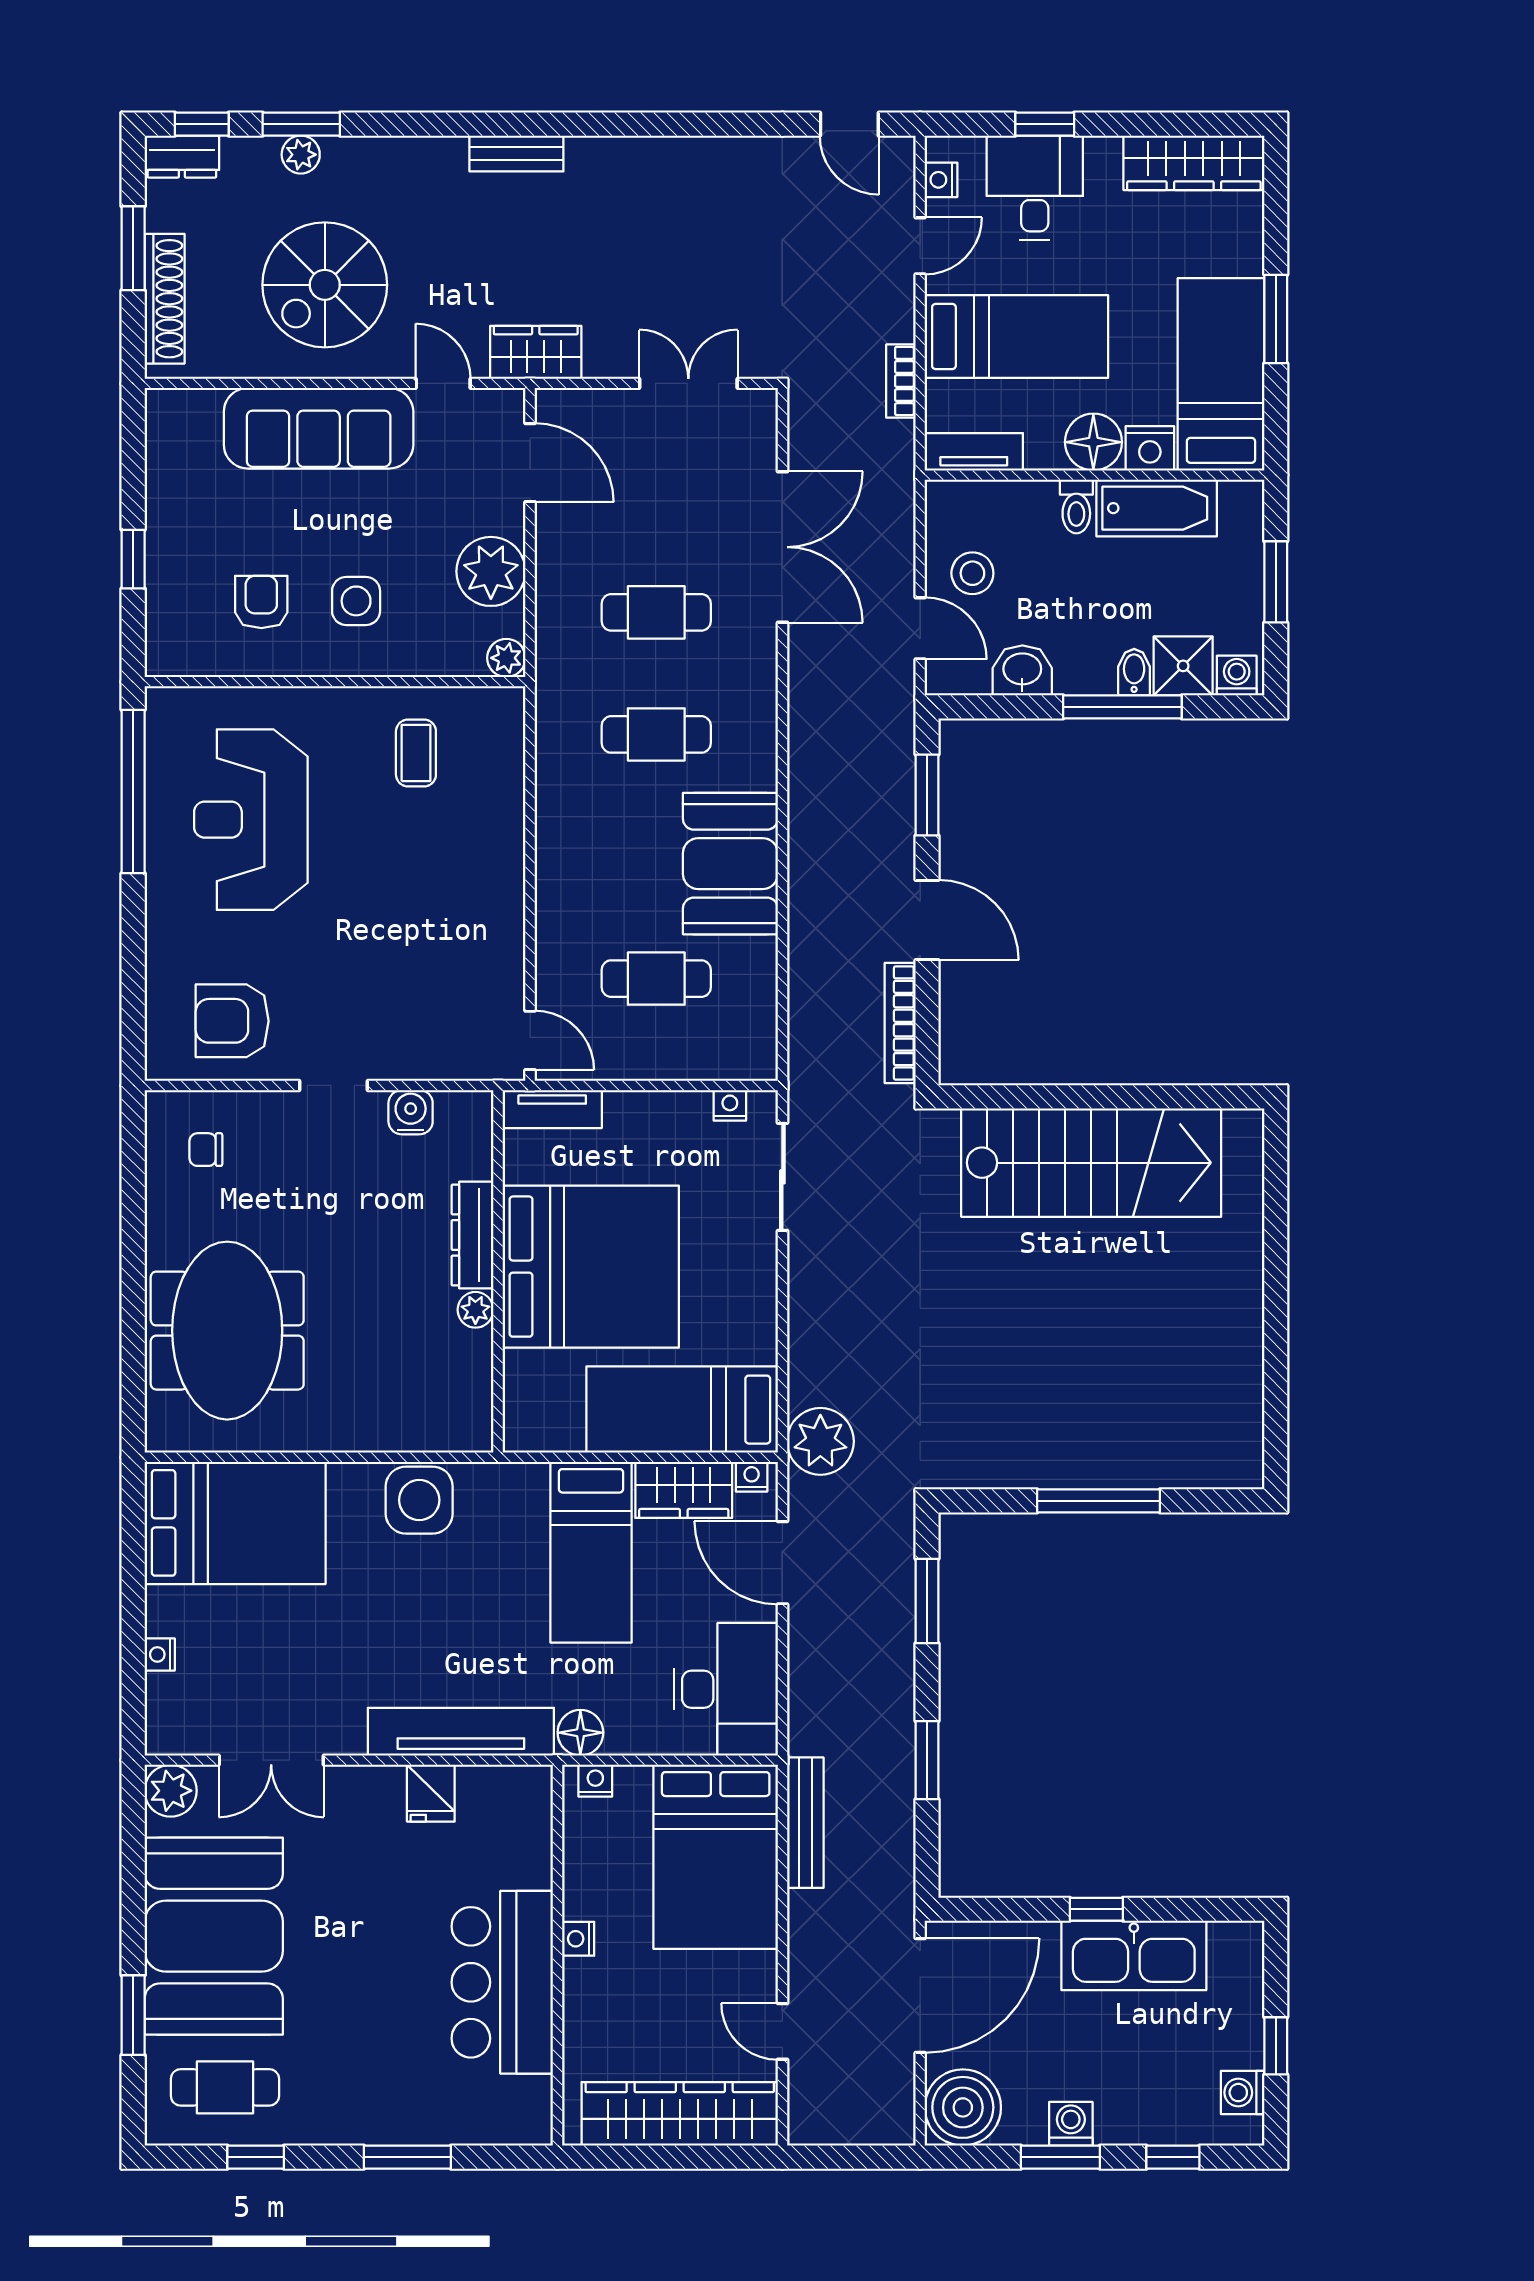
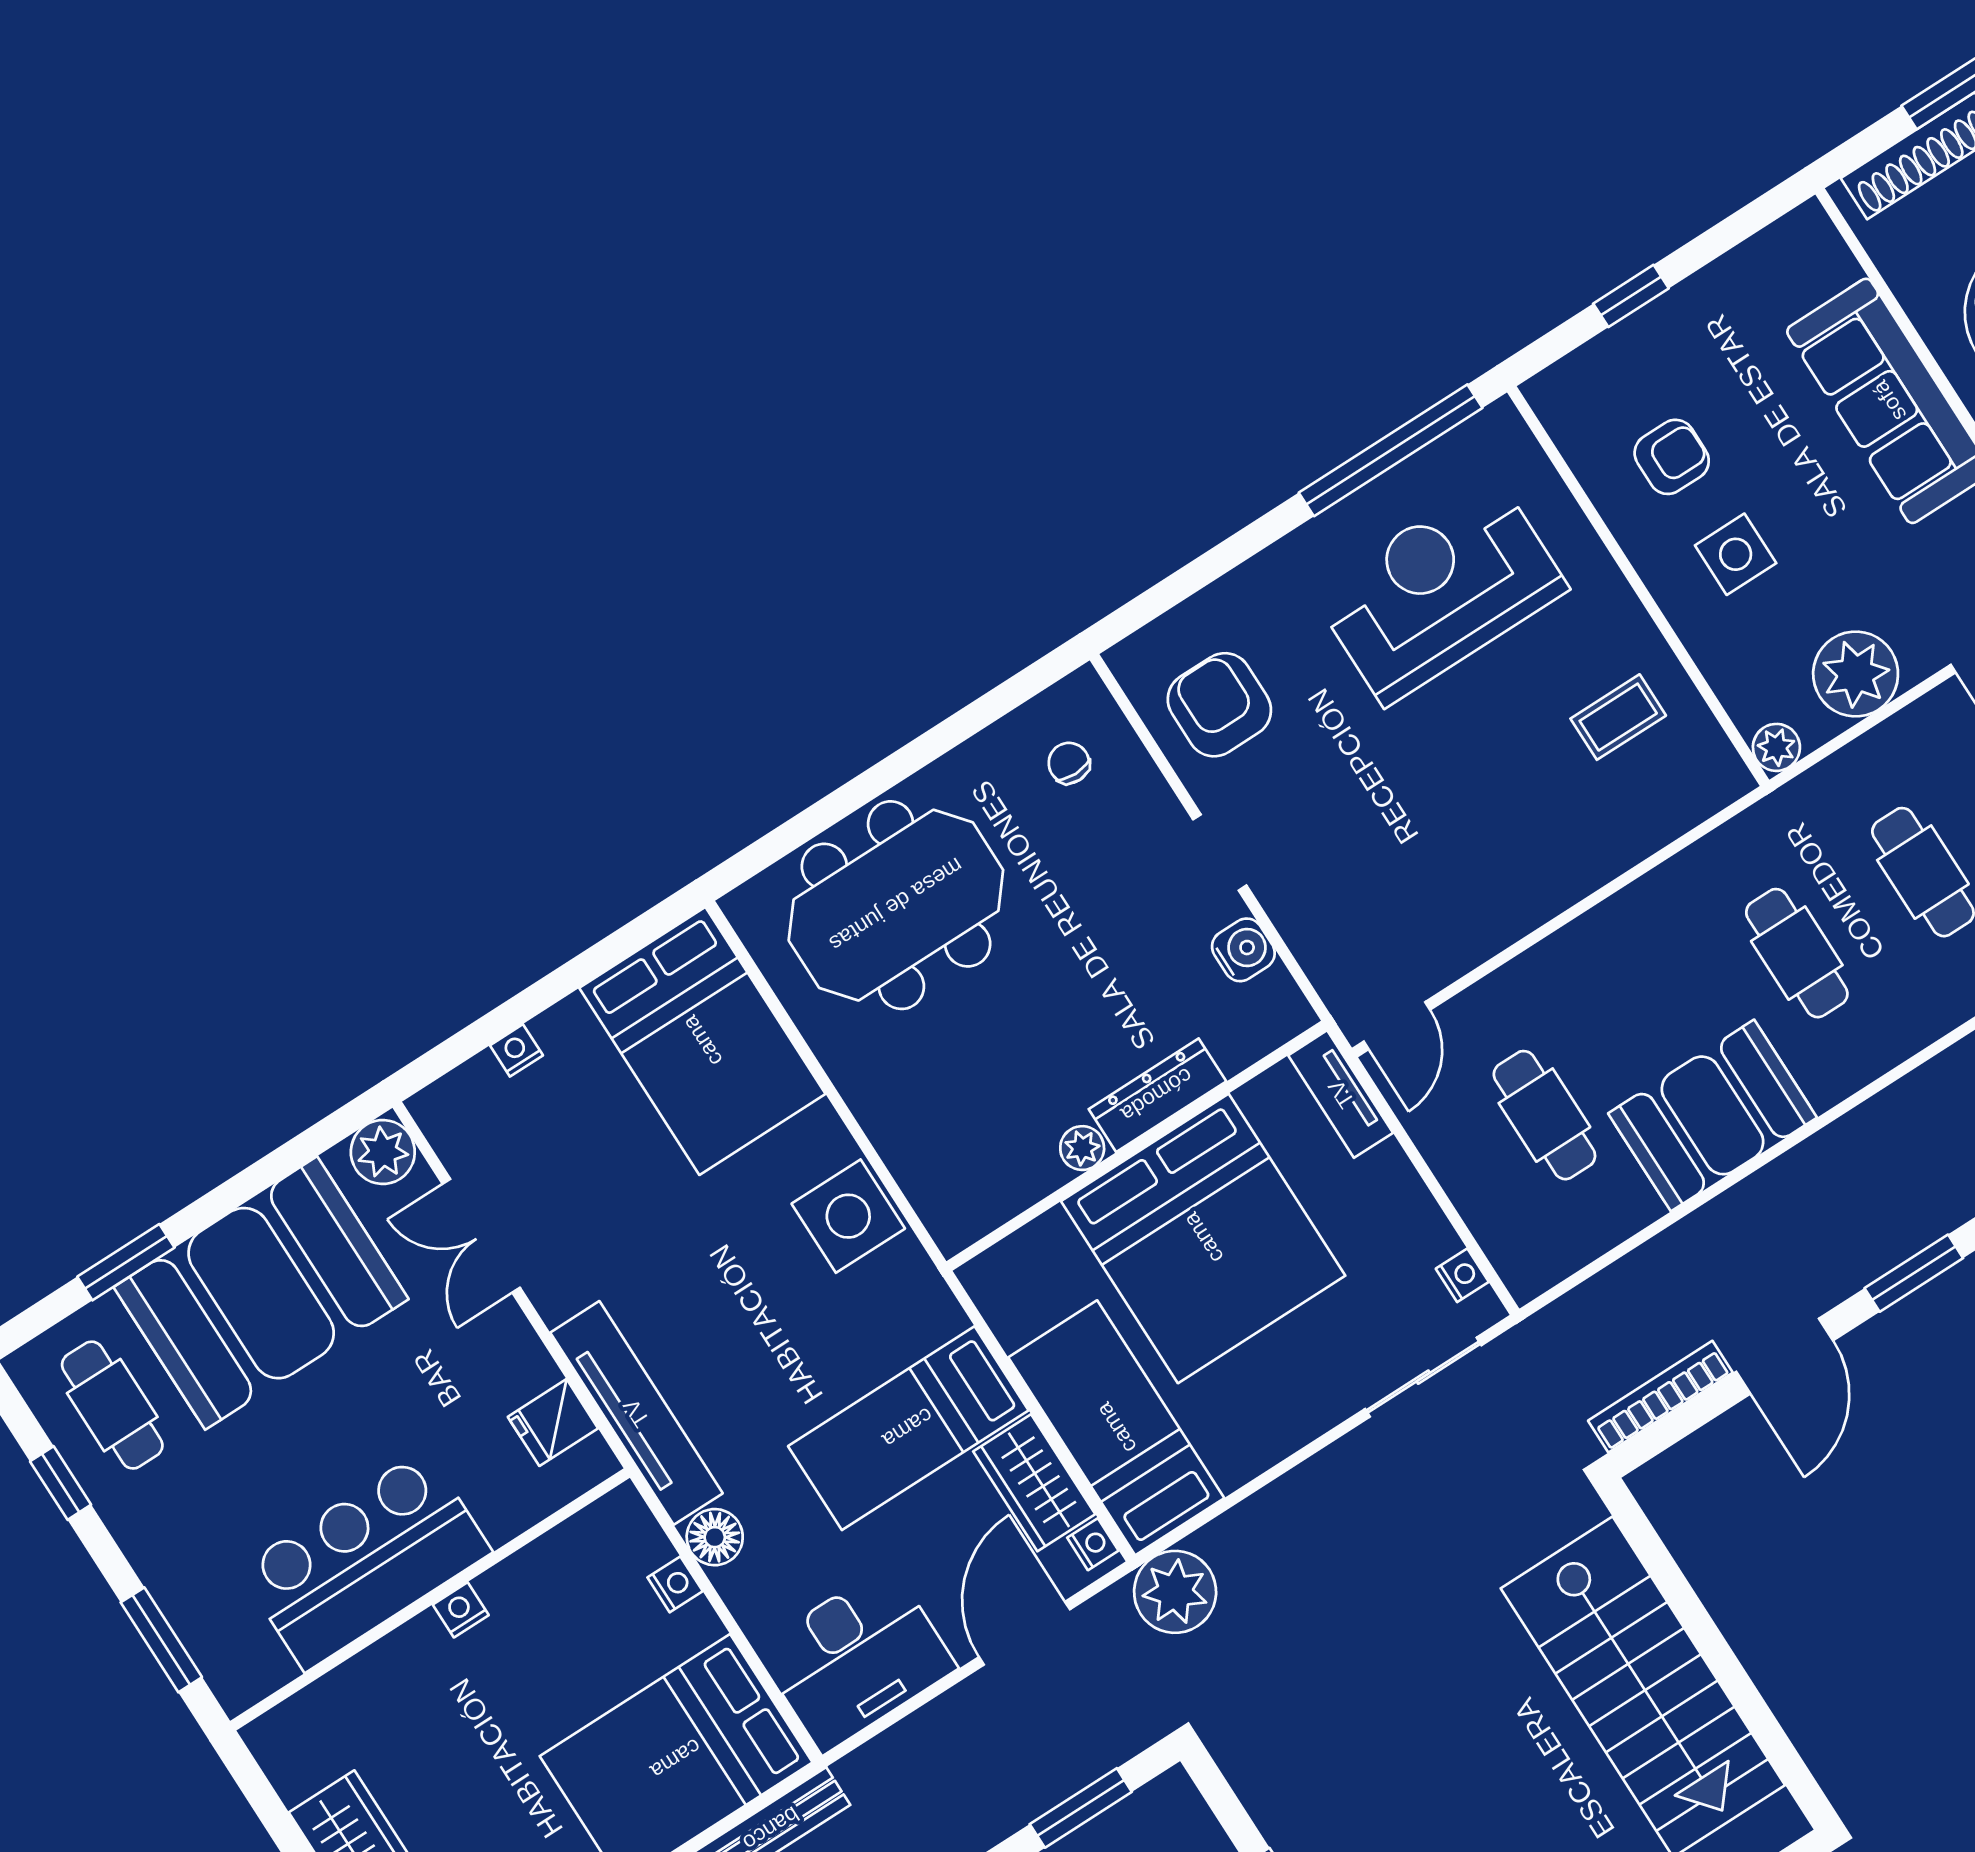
nightstand: (578, 1939) -> (461, 1610), moved
wall: (558, 1955) -> (430, 1599), moved
bar counter: (502, 1982) -> (365, 1560), moved

